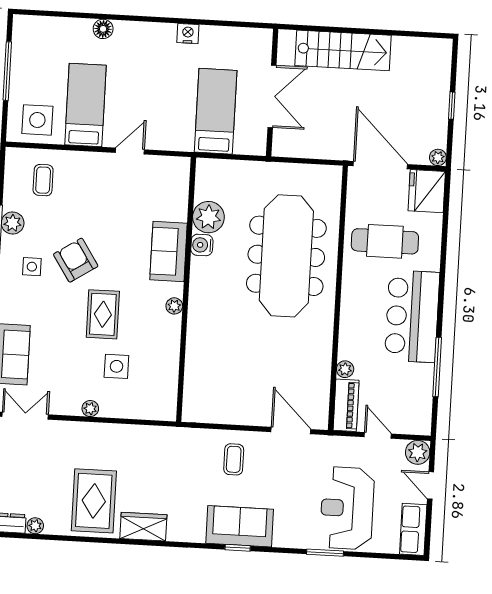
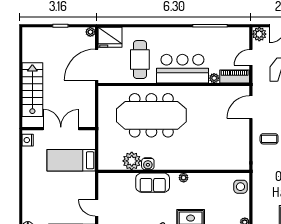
nightstand: (188, 34) -> (28, 140), moved
bar counter: (412, 316) -> (182, 69), moved, turned 180
side table: (116, 366) -> (240, 187), moved

